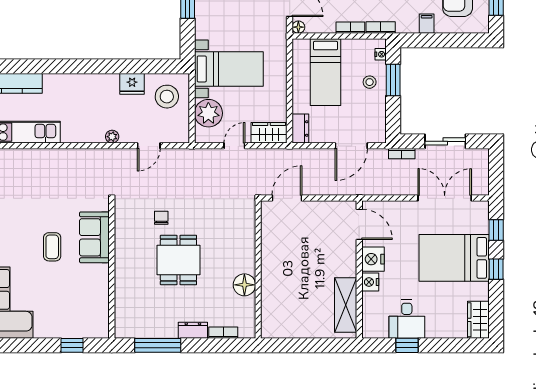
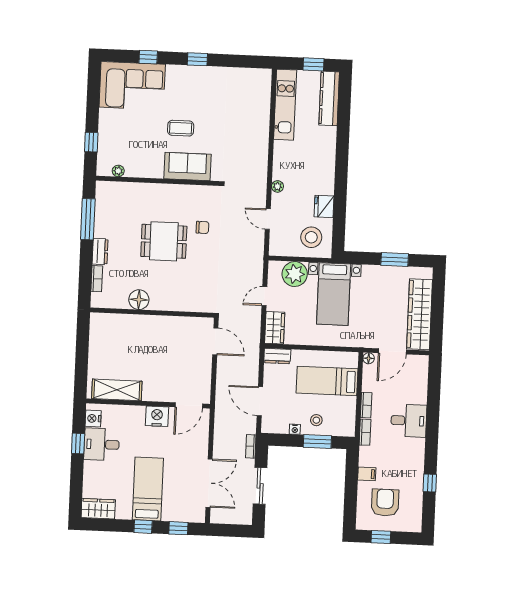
nightstand: (381, 54) -> (295, 429), moved
door: (234, 146) -> (264, 296), swing flipped
bed: (454, 258) -> (148, 489), width x0.67
nightstand: (370, 282) -> (93, 418), moved, turned -90
plant: (103, 314) -> (118, 171), added

